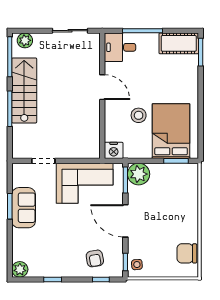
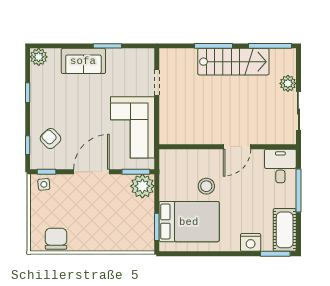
plant: (25, 40) -> (288, 83), moved
nightstand: (114, 150) -> (251, 242), moved, turned -90
sofa: (24, 208) -> (83, 61), moved
armchair: (95, 258) -> (50, 139), turned 56

